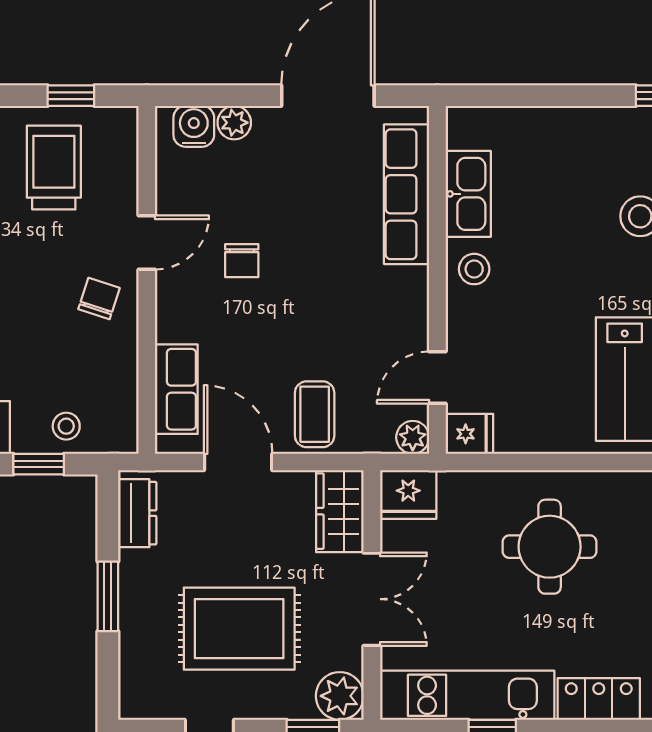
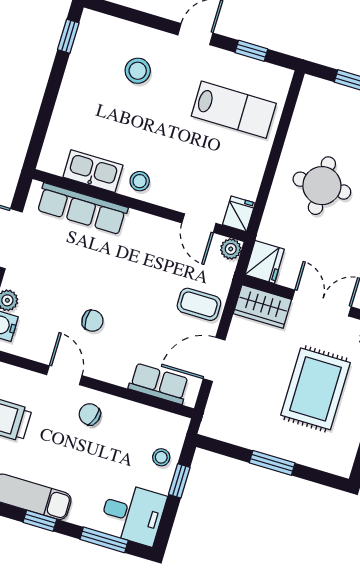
dresser: (137, 513) -> (227, 430), removed

